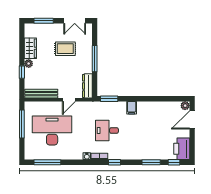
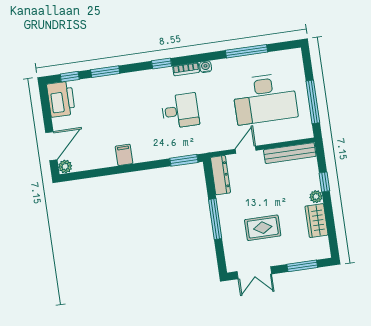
double door: (75, 21) -> (254, 273), swing flipped
filing cabinet: (132, 108) -> (124, 155), moved
window: (47, 162) -> (247, 51), moved

